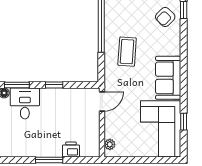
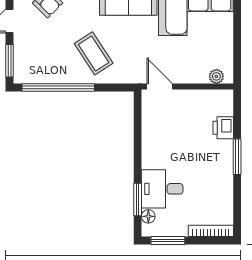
coffee table: (127, 52) -> (94, 53), turned 53
window: (54, 85) -> (138, 150), removed

